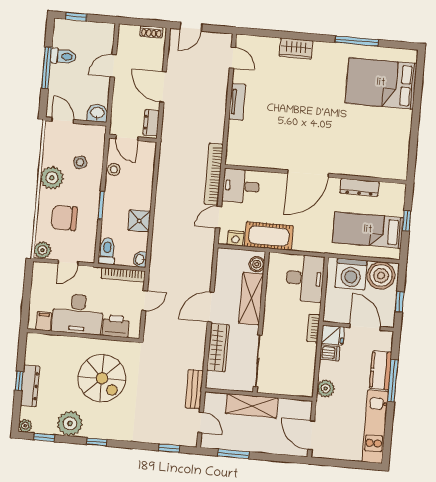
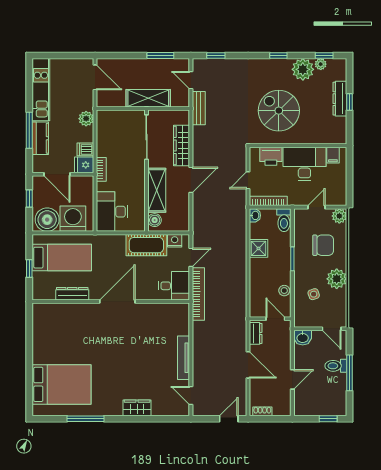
toilet: (63, 56) -> (336, 366), moved
tv unit: (237, 102) -> (183, 358), width x1.41
plant: (25, 426) -> (321, 64), moved

